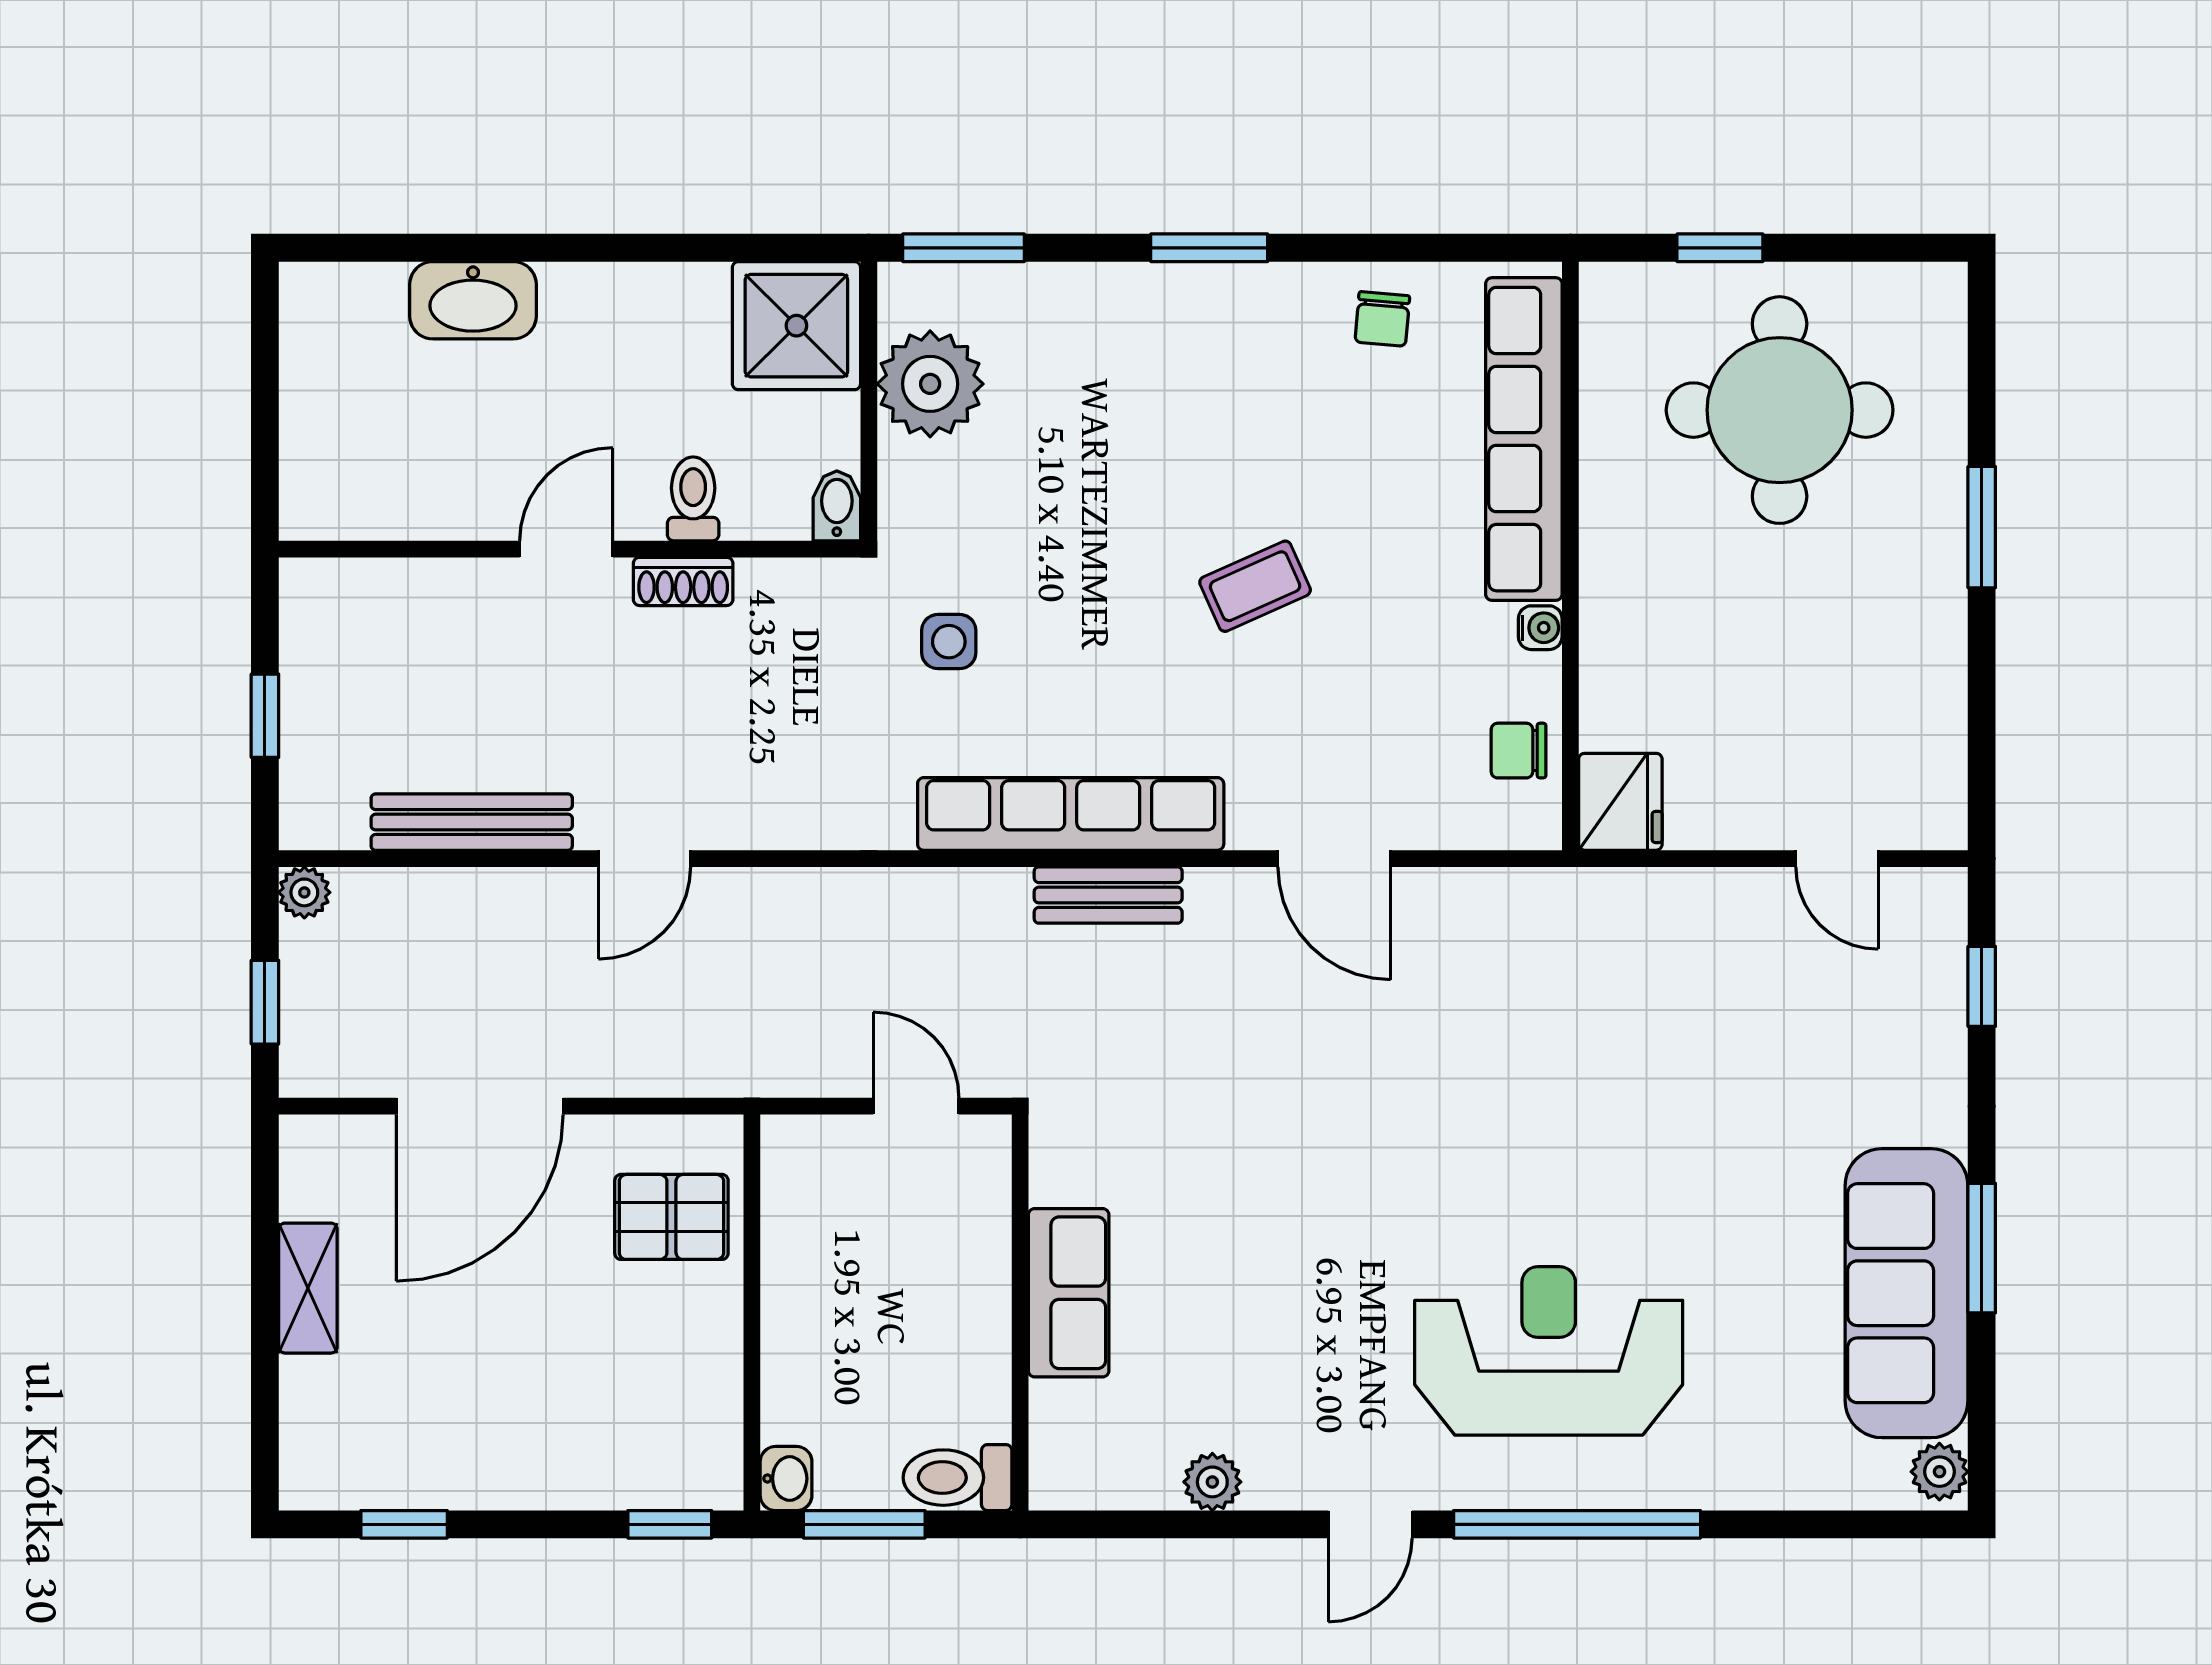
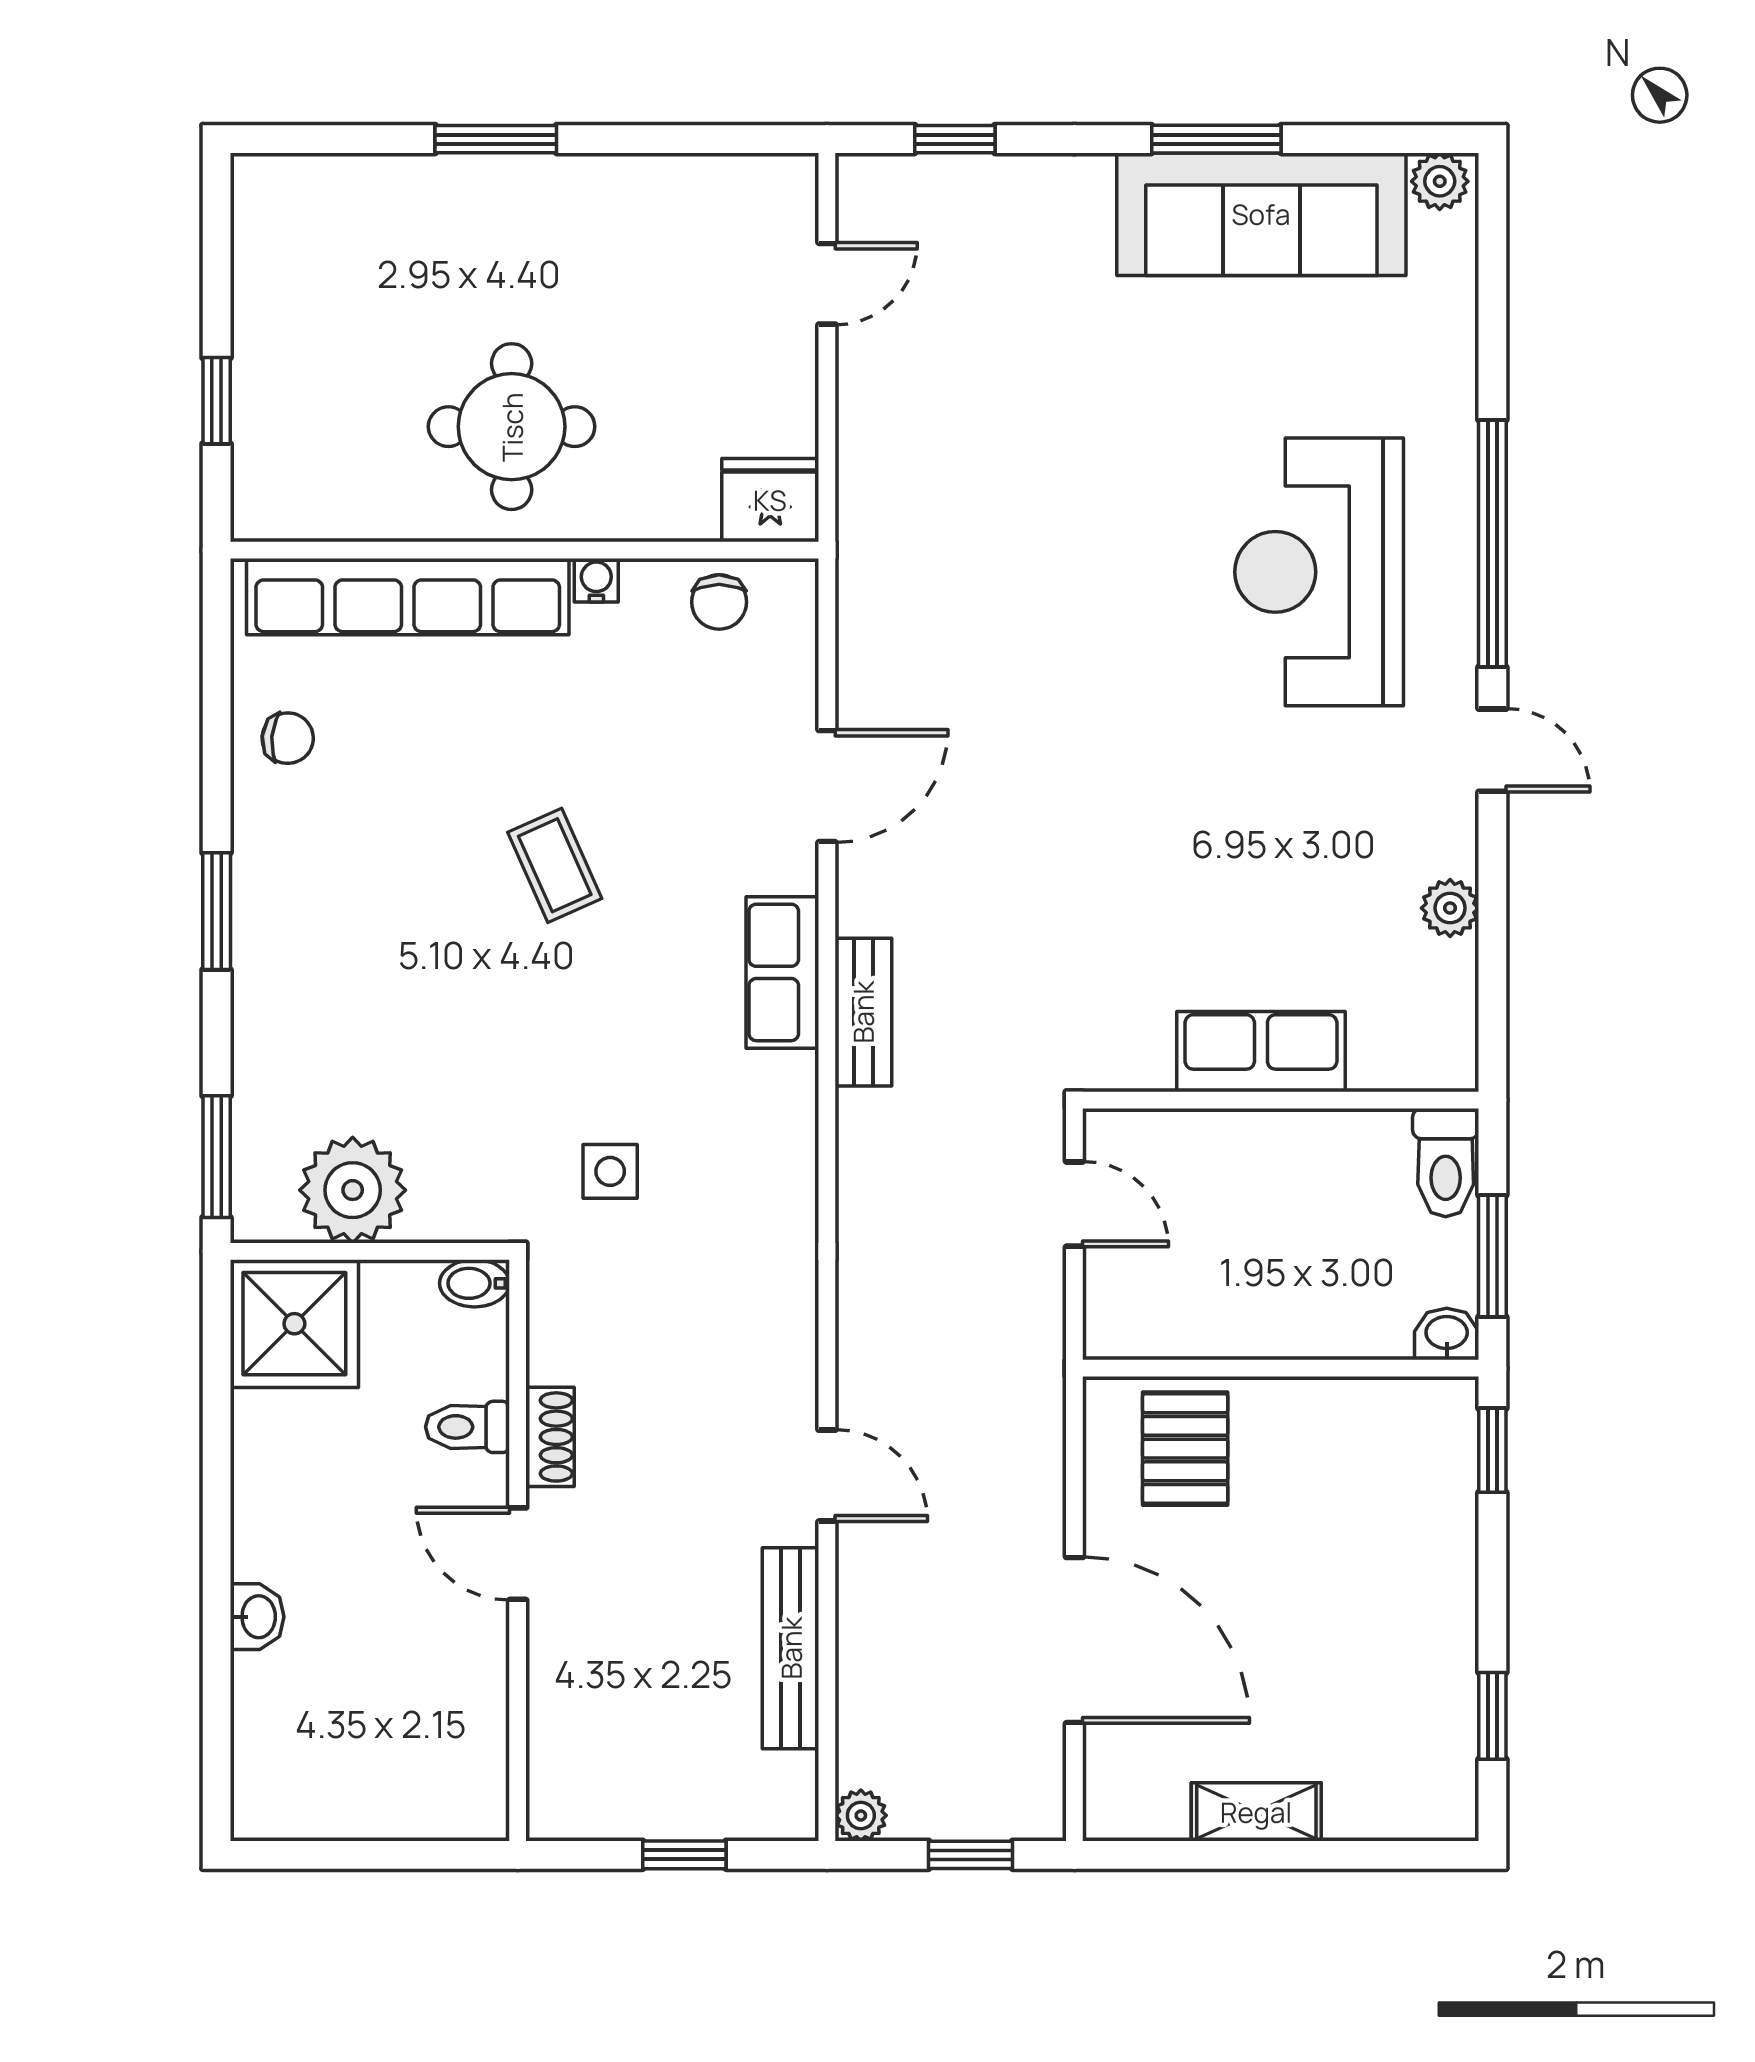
washbasin: (473, 300) -> (257, 1617), width x0.52, depth x0.69
round table: (1780, 410) -> (512, 427), moved, width x0.73, depth x0.73
row of seats: (1071, 814) -> (782, 972), width x0.50
door: (916, 1106) -> (1074, 1204), swing flipped

